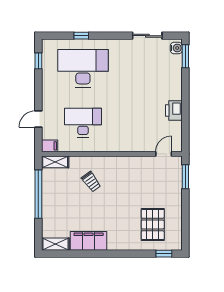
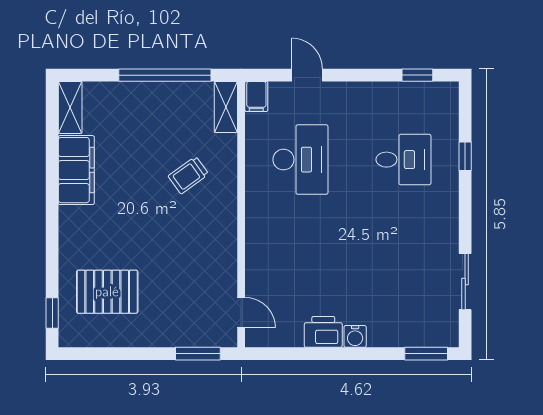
water cooler: (176, 48) -> (355, 336), moved
desk: (83, 68) -> (403, 160), width x0.53, depth x0.77

